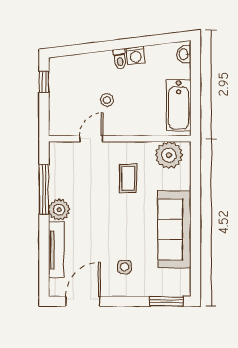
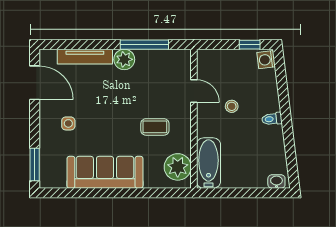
washing machine: (136, 55) -> (266, 60), moved
bathtub: (179, 105) -> (208, 163), moved, turned 90

